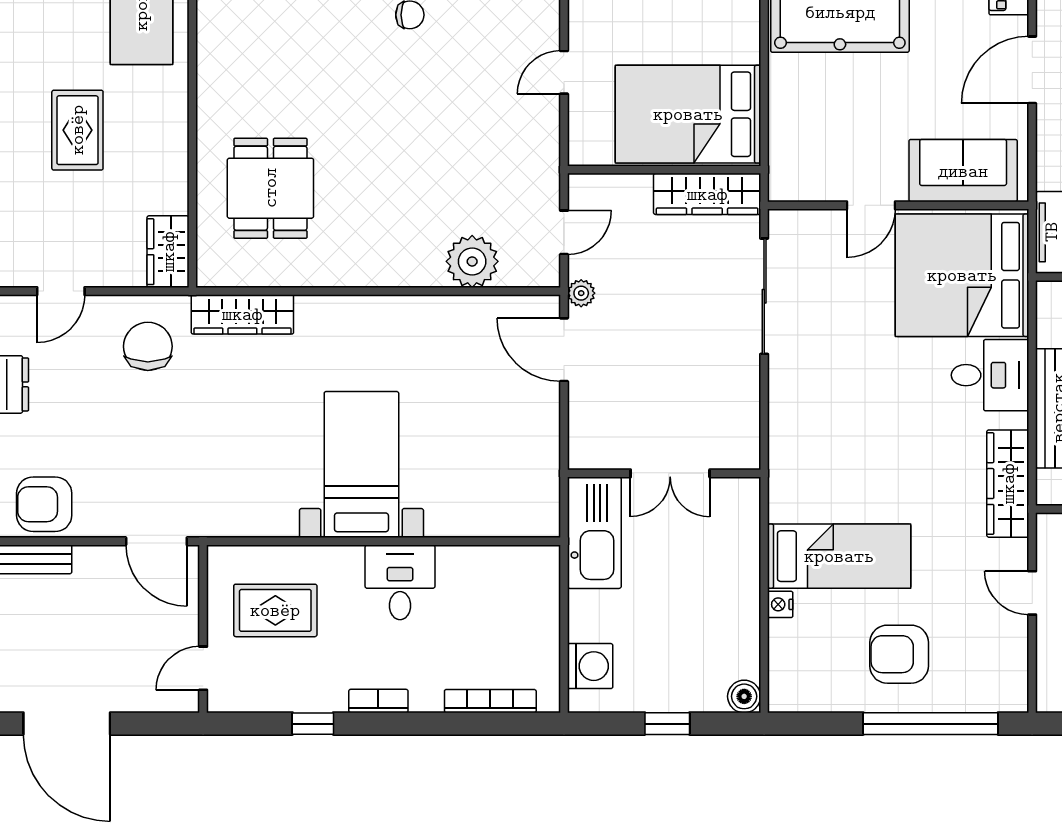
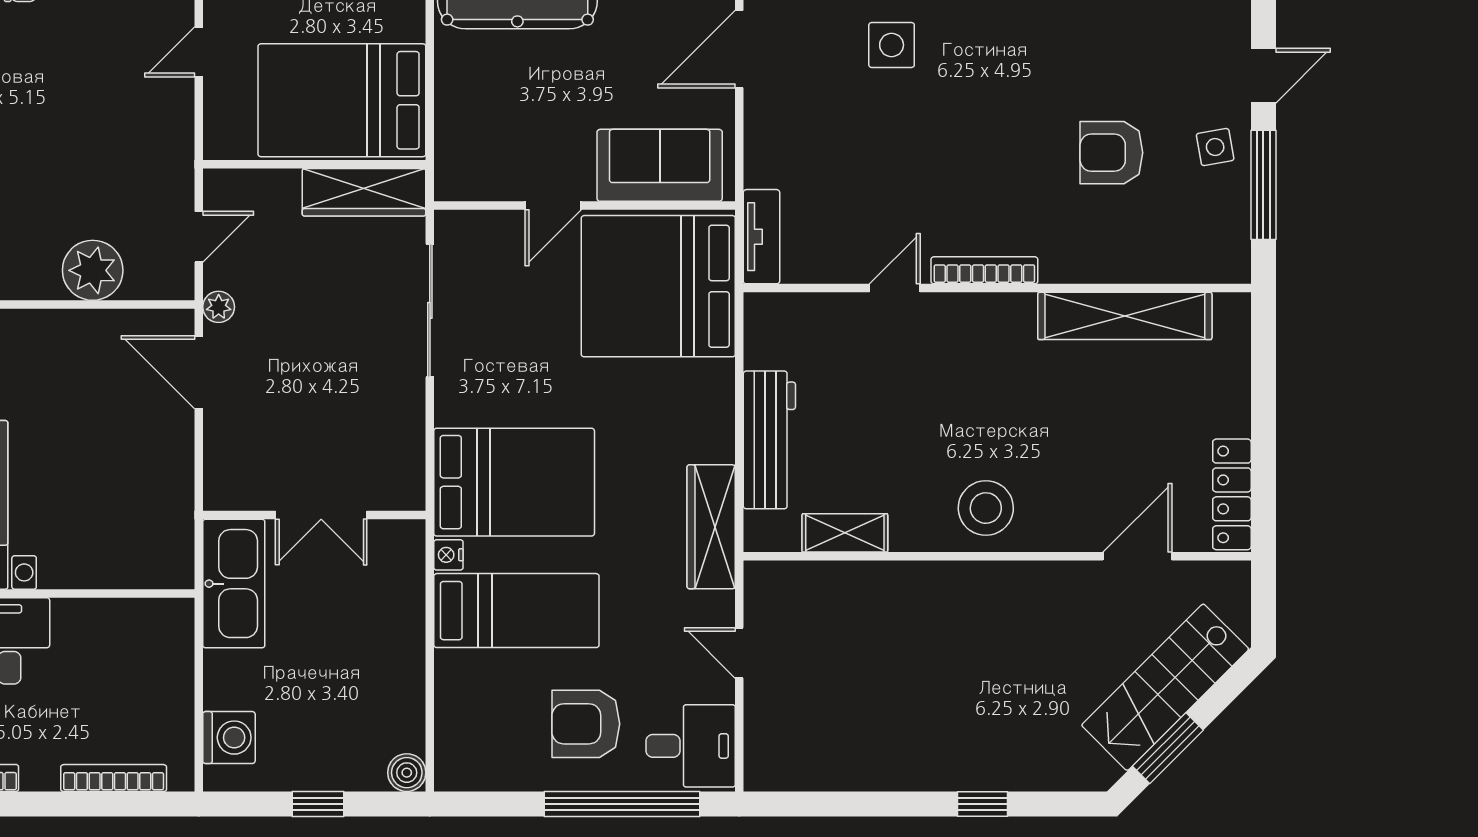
desk: (990, 375) -> (691, 746), moved
bed: (837, 445) -> (514, 482), added
nightstand: (780, 604) -> (448, 555), moved

